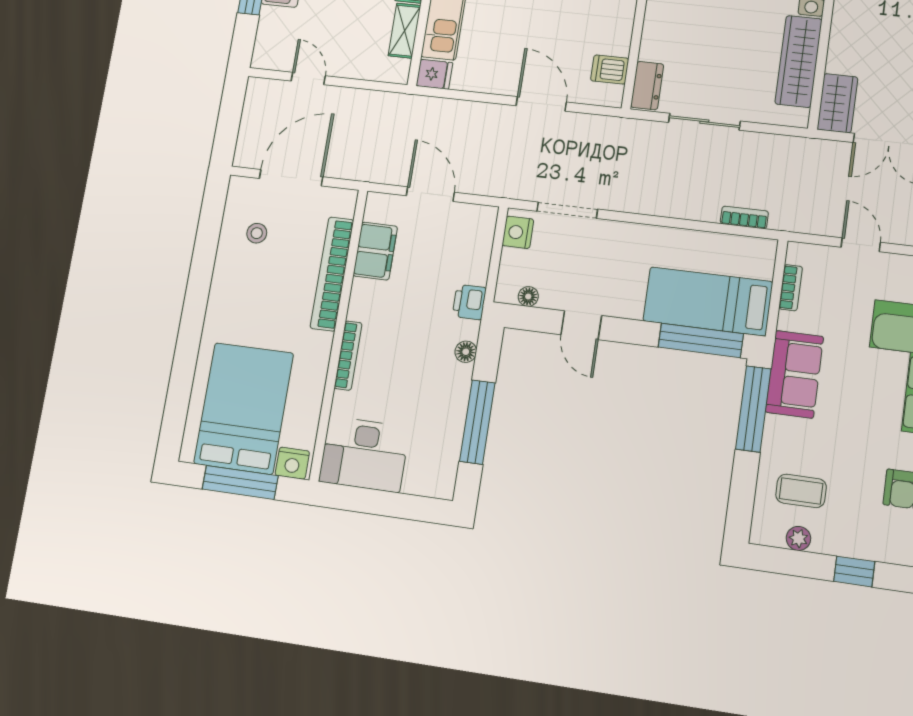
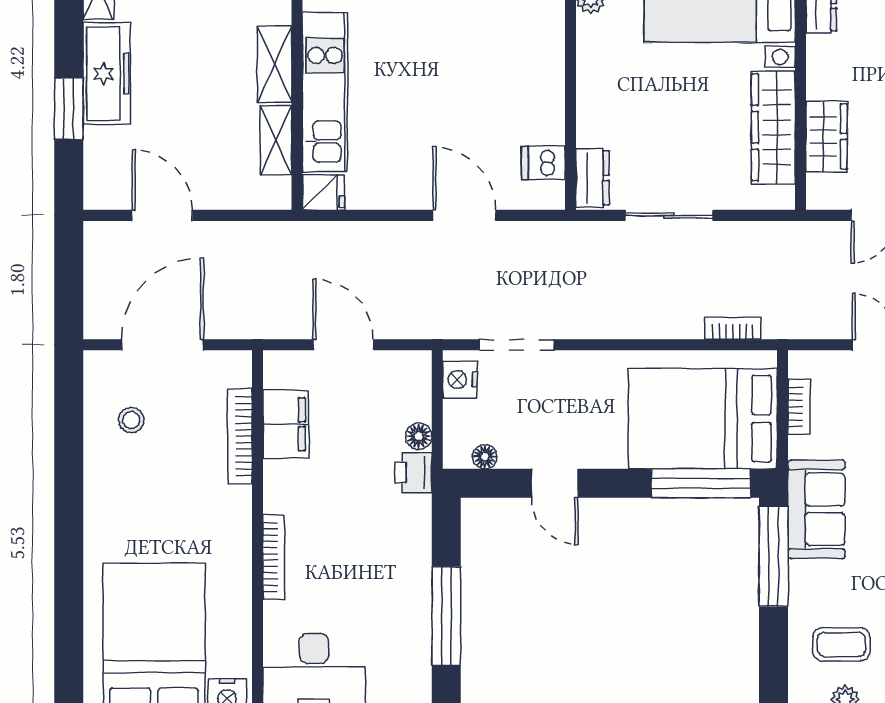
door: (308, 78) -> (162, 215), width x1.37
wardrobe: (837, 103) -> (827, 136), moved
bookcase: (332, 274) -> (240, 436), width x0.68, depth x0.76
bed: (708, 301) -> (703, 419), width x1.50
floor lamp: (466, 352) -> (419, 436), moved

